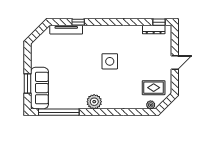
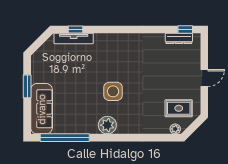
window: (78, 22) -> (75, 29), moved
side table: (110, 61) -> (113, 91), moved
window: (27, 84) -> (27, 86), moved

